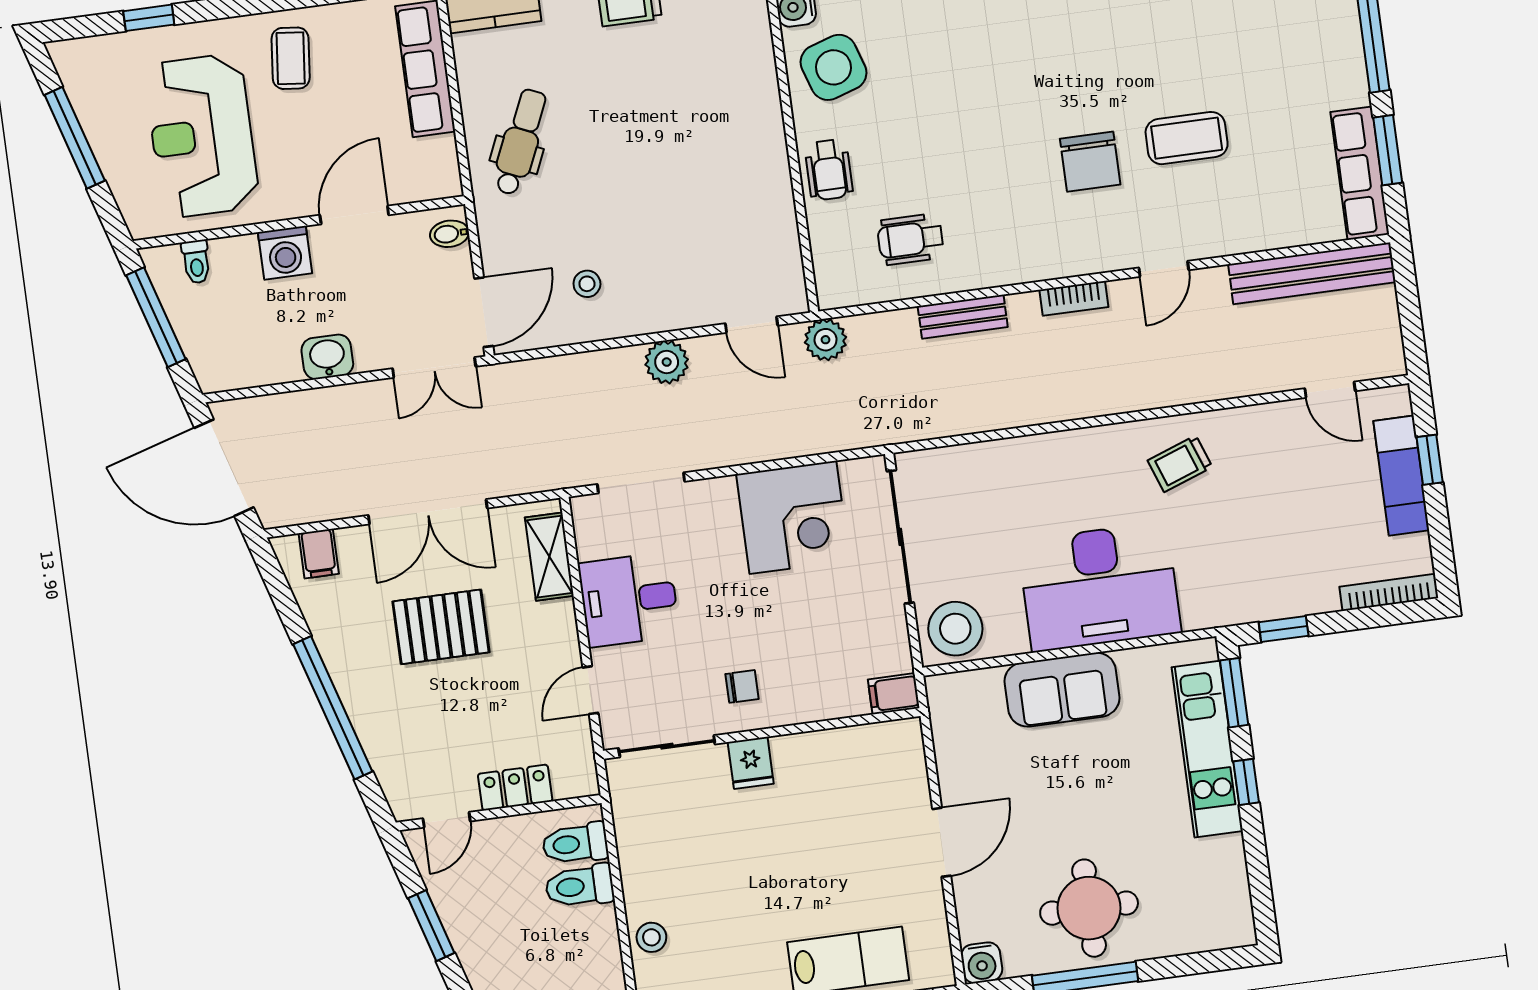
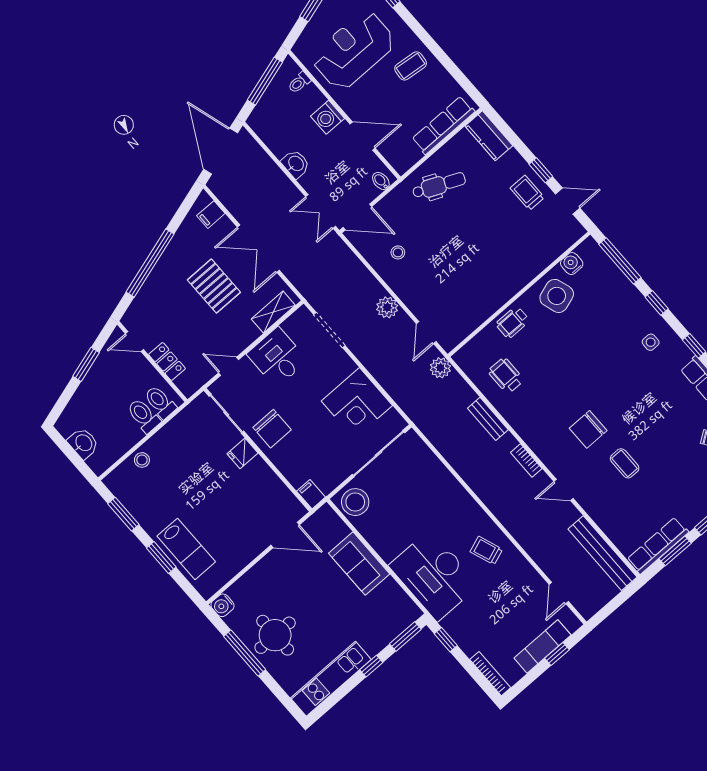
coffee table: (1187, 138) -> (625, 463), width x0.73, depth x0.77
desk: (1099, 587) -> (434, 575), moved
chair: (742, 686) -> (272, 429), width x1.87, depth x1.87
kitchen unit: (1207, 749) -> (331, 679), moved
door: (942, 842) -> (285, 535), moved

